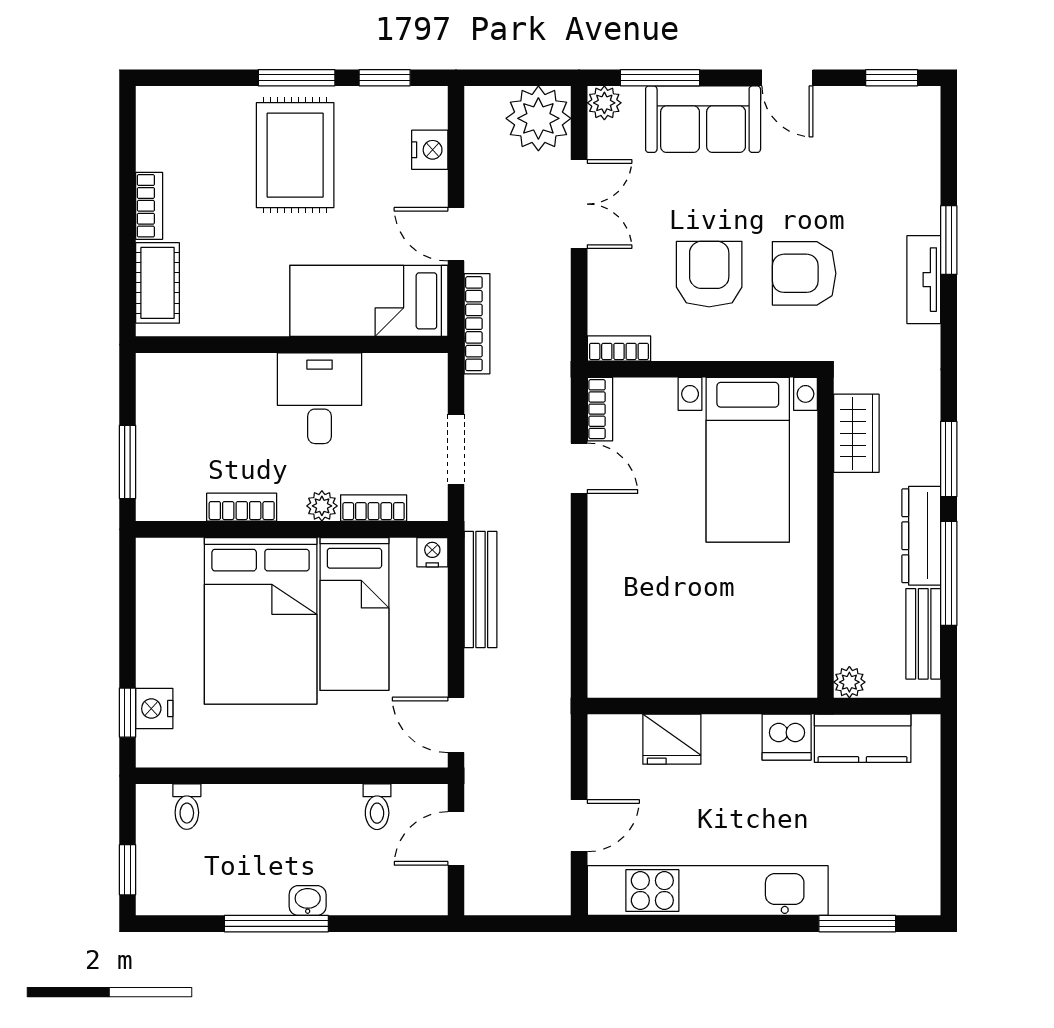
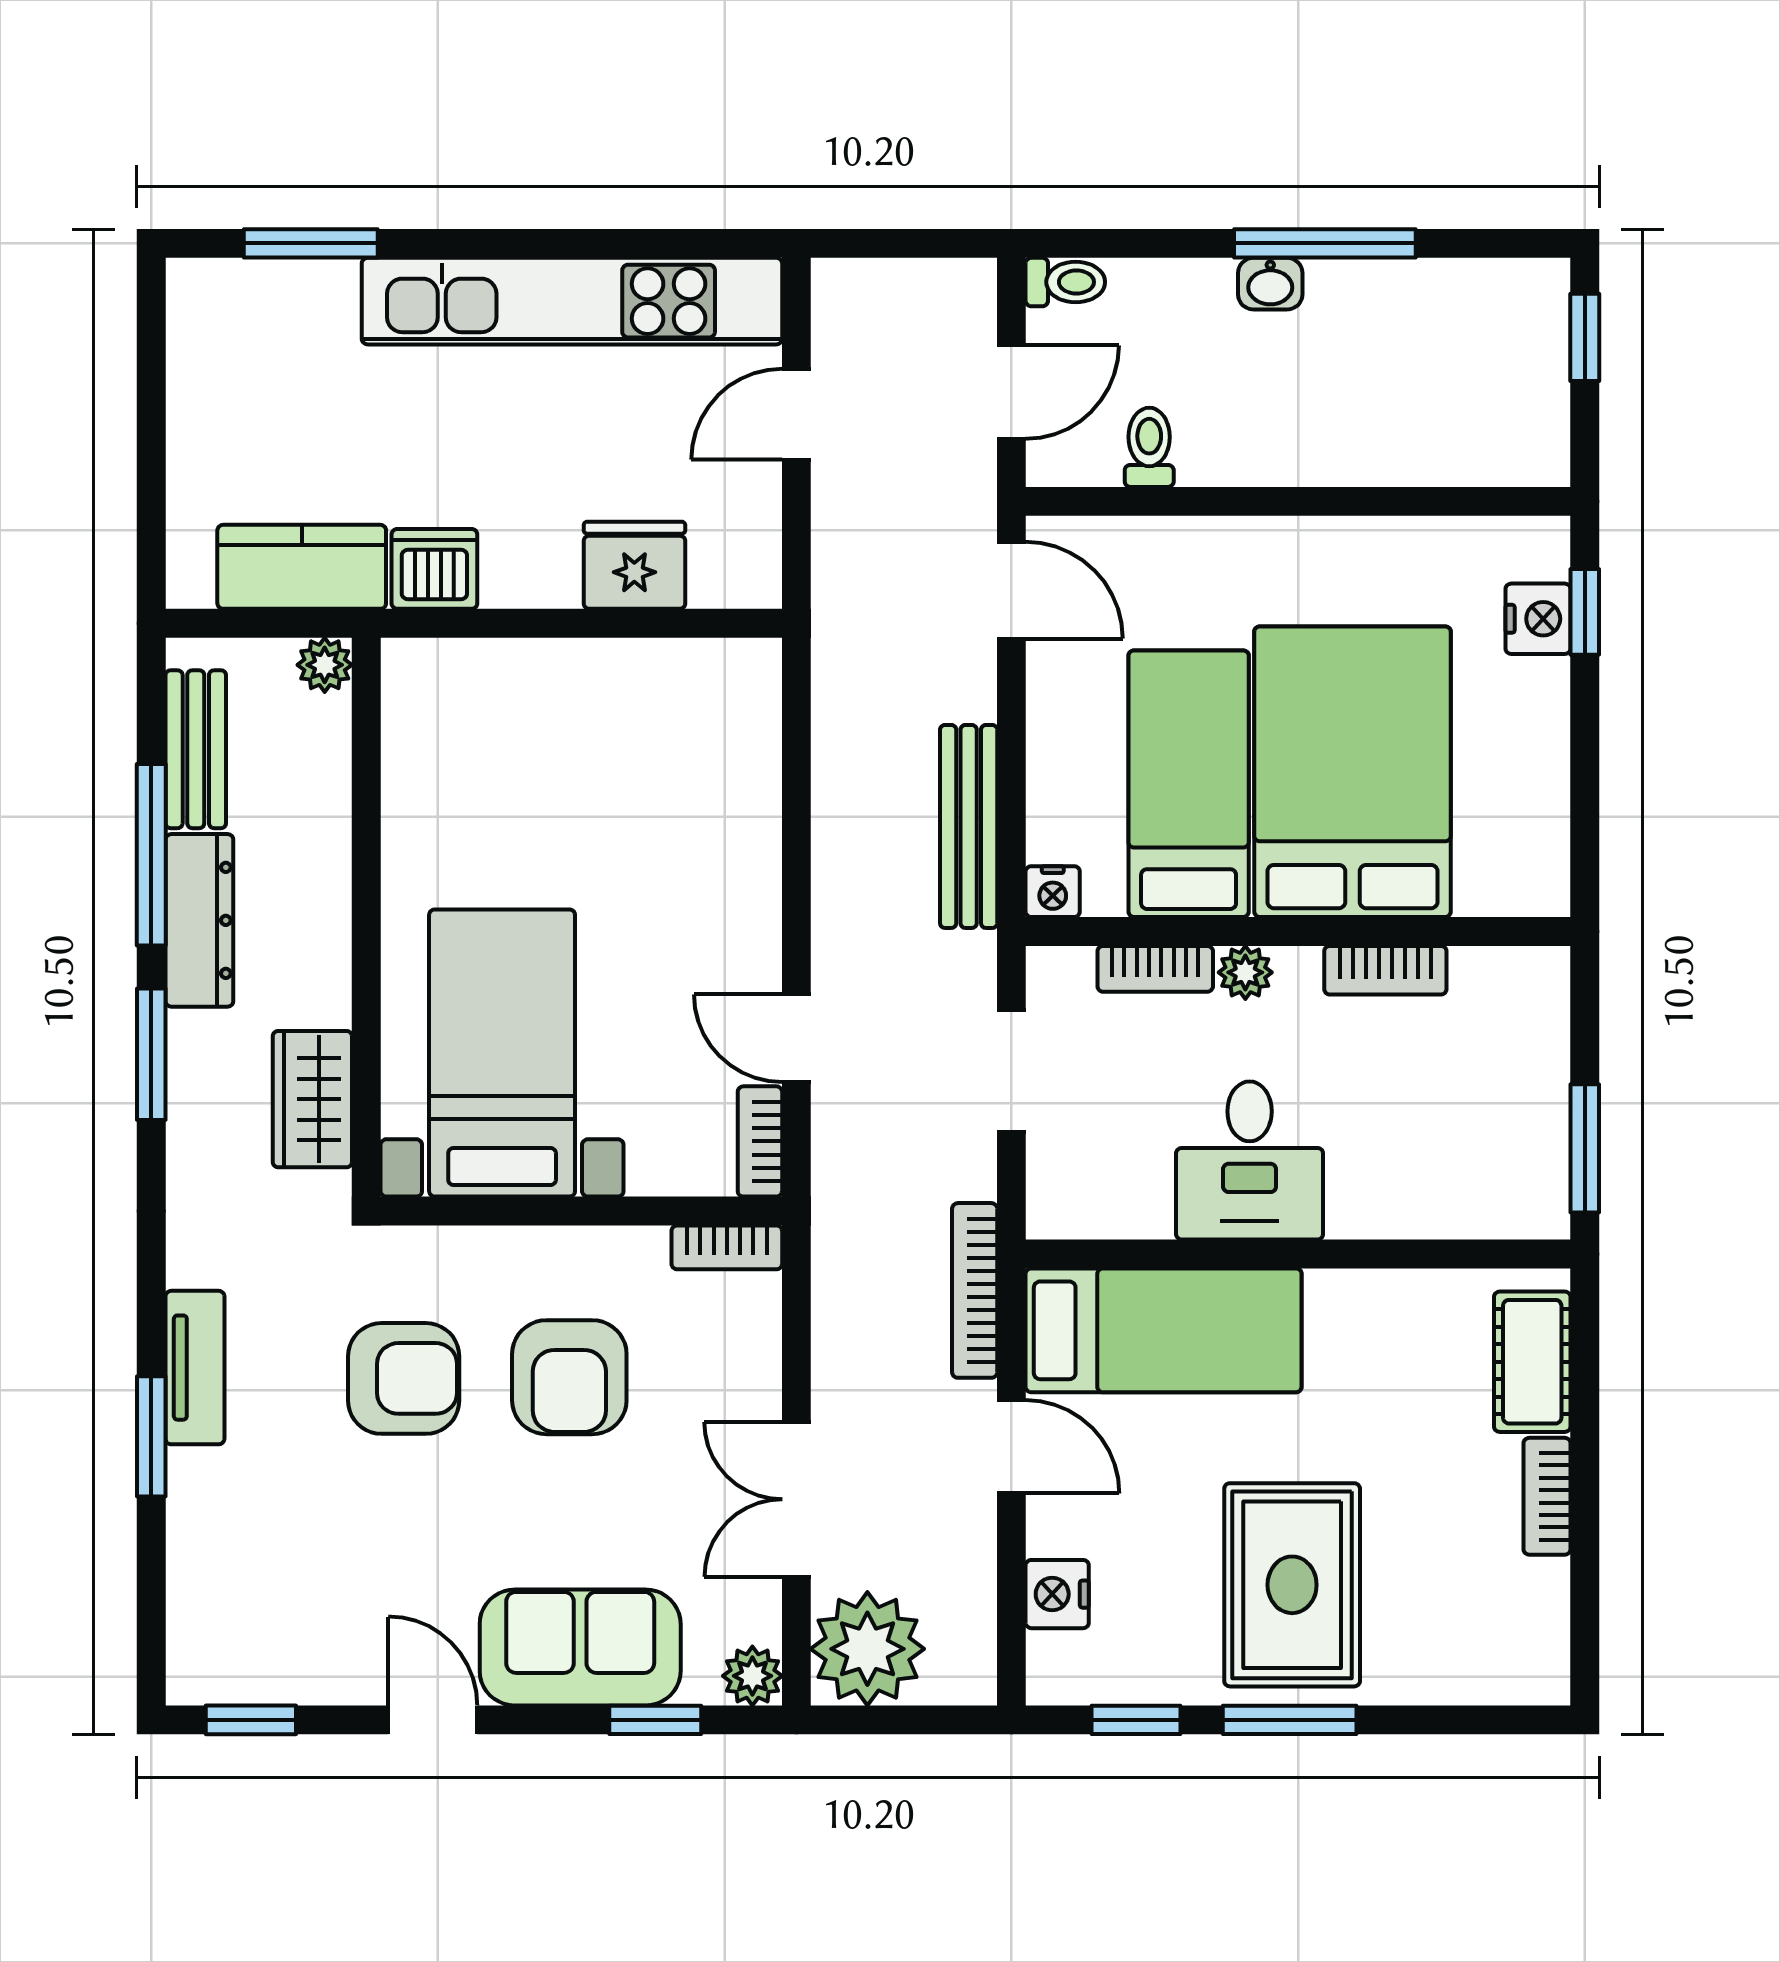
window: (660, 78) -> (655, 1720), width x0.67
window: (127, 462) -> (1585, 1148), moved
toilet: (187, 807) -> (1065, 282), moved, turned 90

